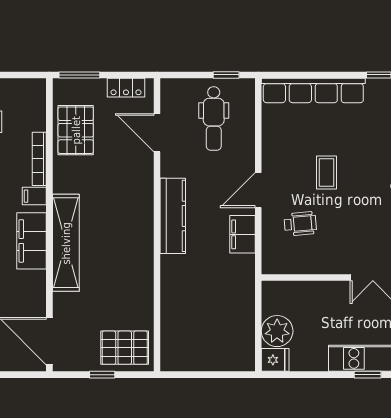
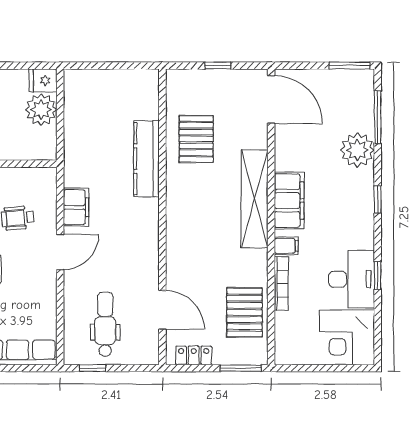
kitchen counter: (173, 216) -> (147, 159), moved
pallet: (125, 348) -> (196, 139), moved, turned 90

